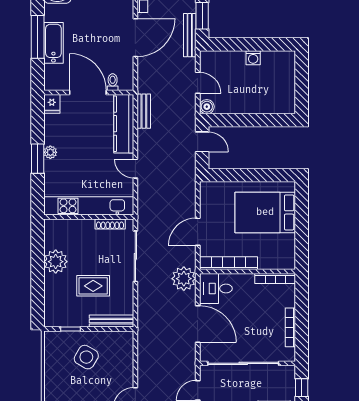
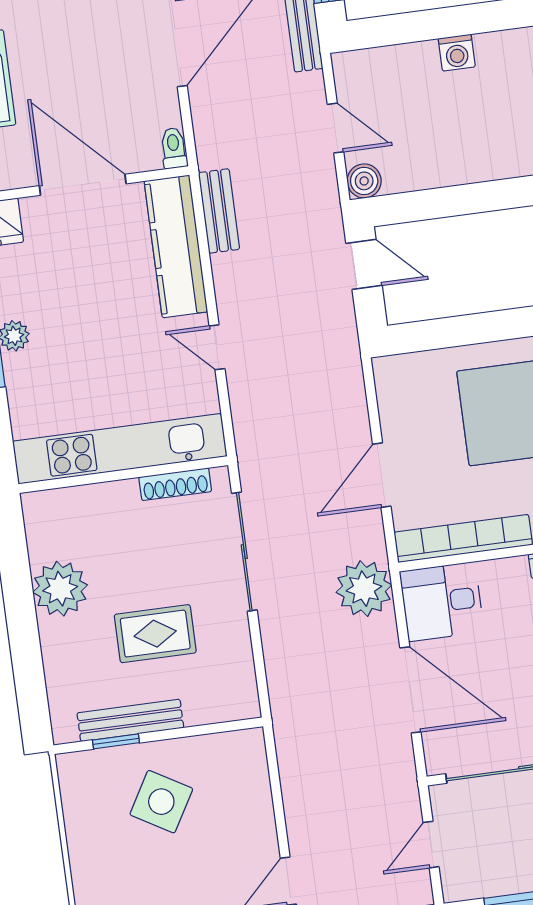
toilet: (113, 82) -> (174, 148), moved
bench: (111, 321) -> (130, 720), moved

